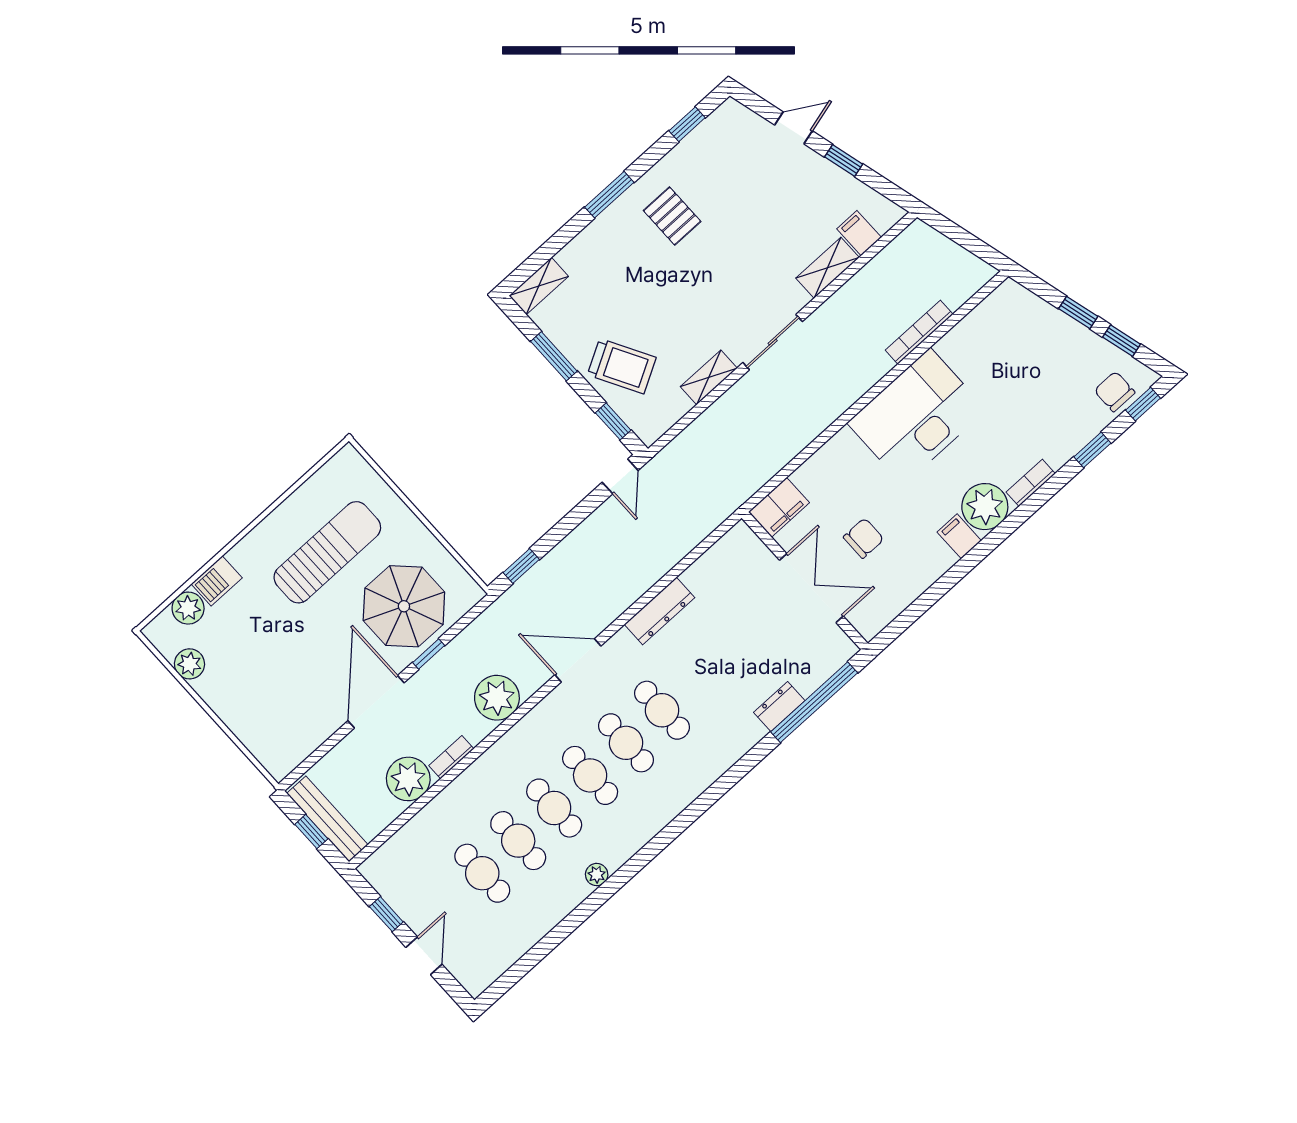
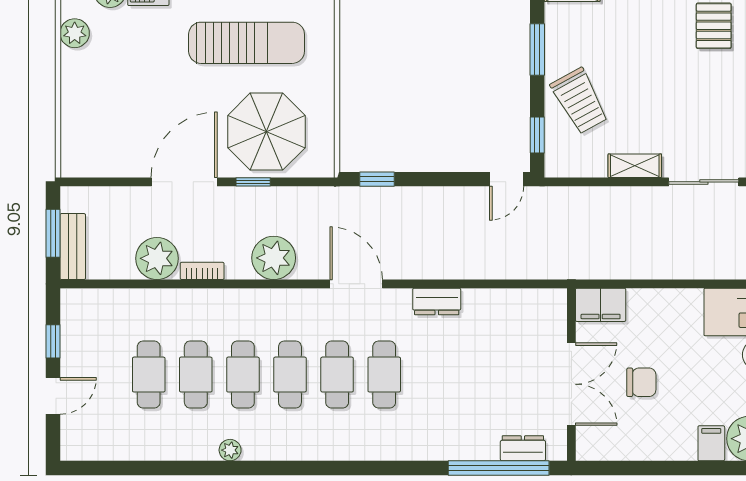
dresser: (660, 611) -> (437, 302), width x0.70
dresser: (779, 707) -> (523, 448), moved
bench: (327, 819) -> (73, 247), width x0.73
window: (311, 832) -> (53, 233), width x1.50

